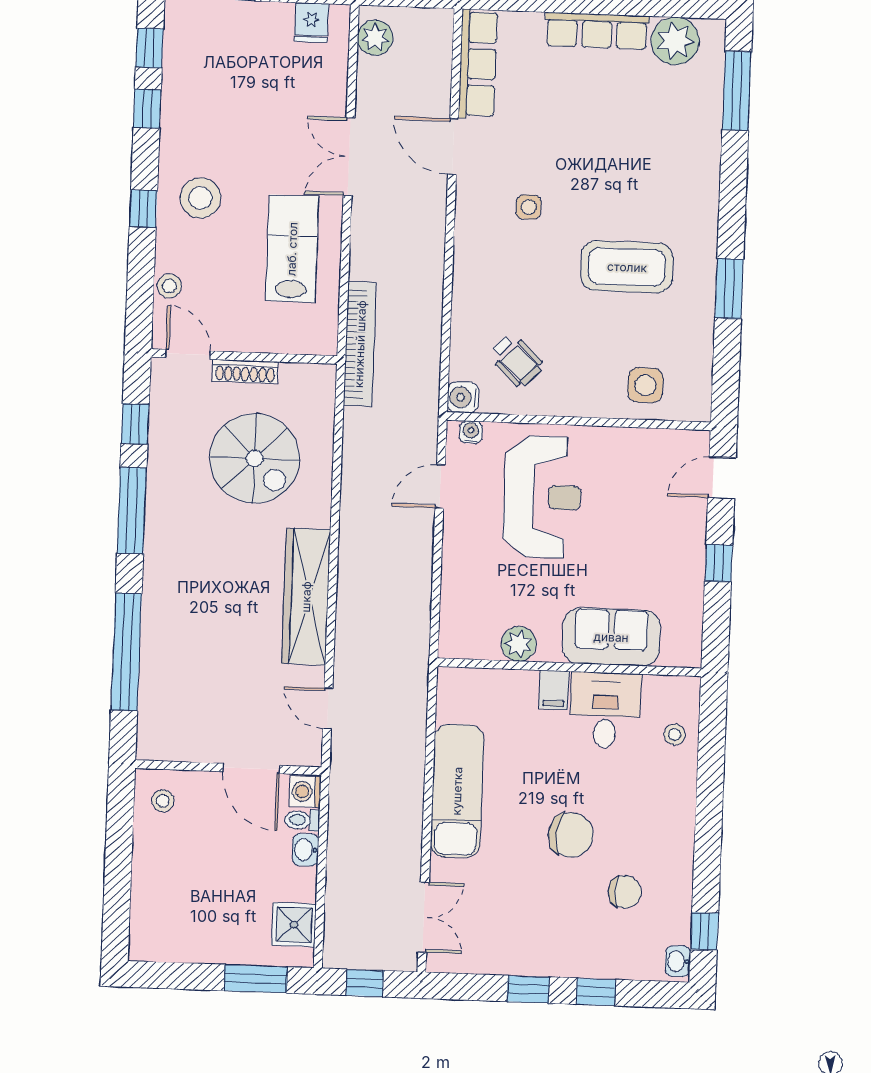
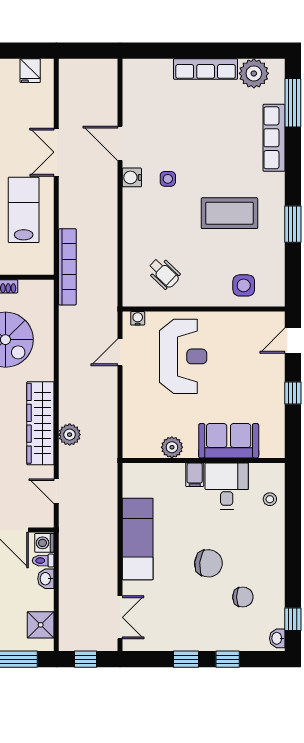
plant: (375, 38) -> (70, 435), moved
row of seats: (478, 64) -> (274, 138), moved, turned 180
water cooler: (463, 397) -> (132, 177), moved

